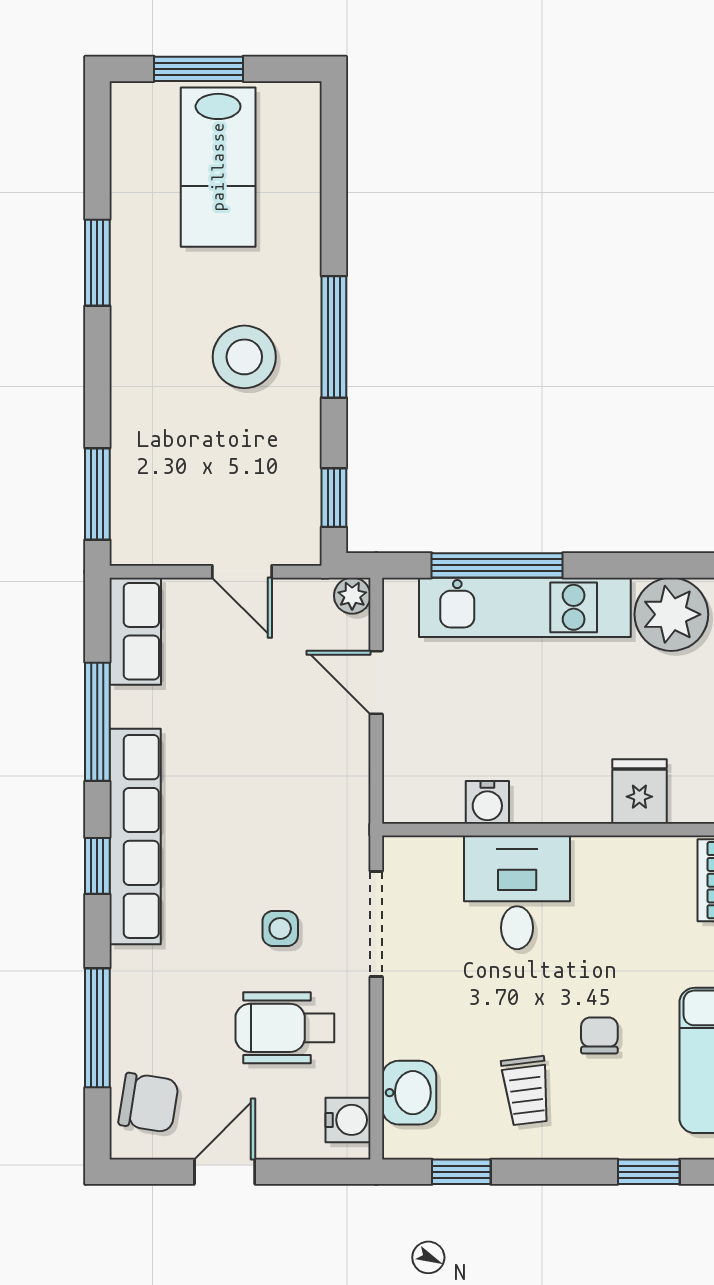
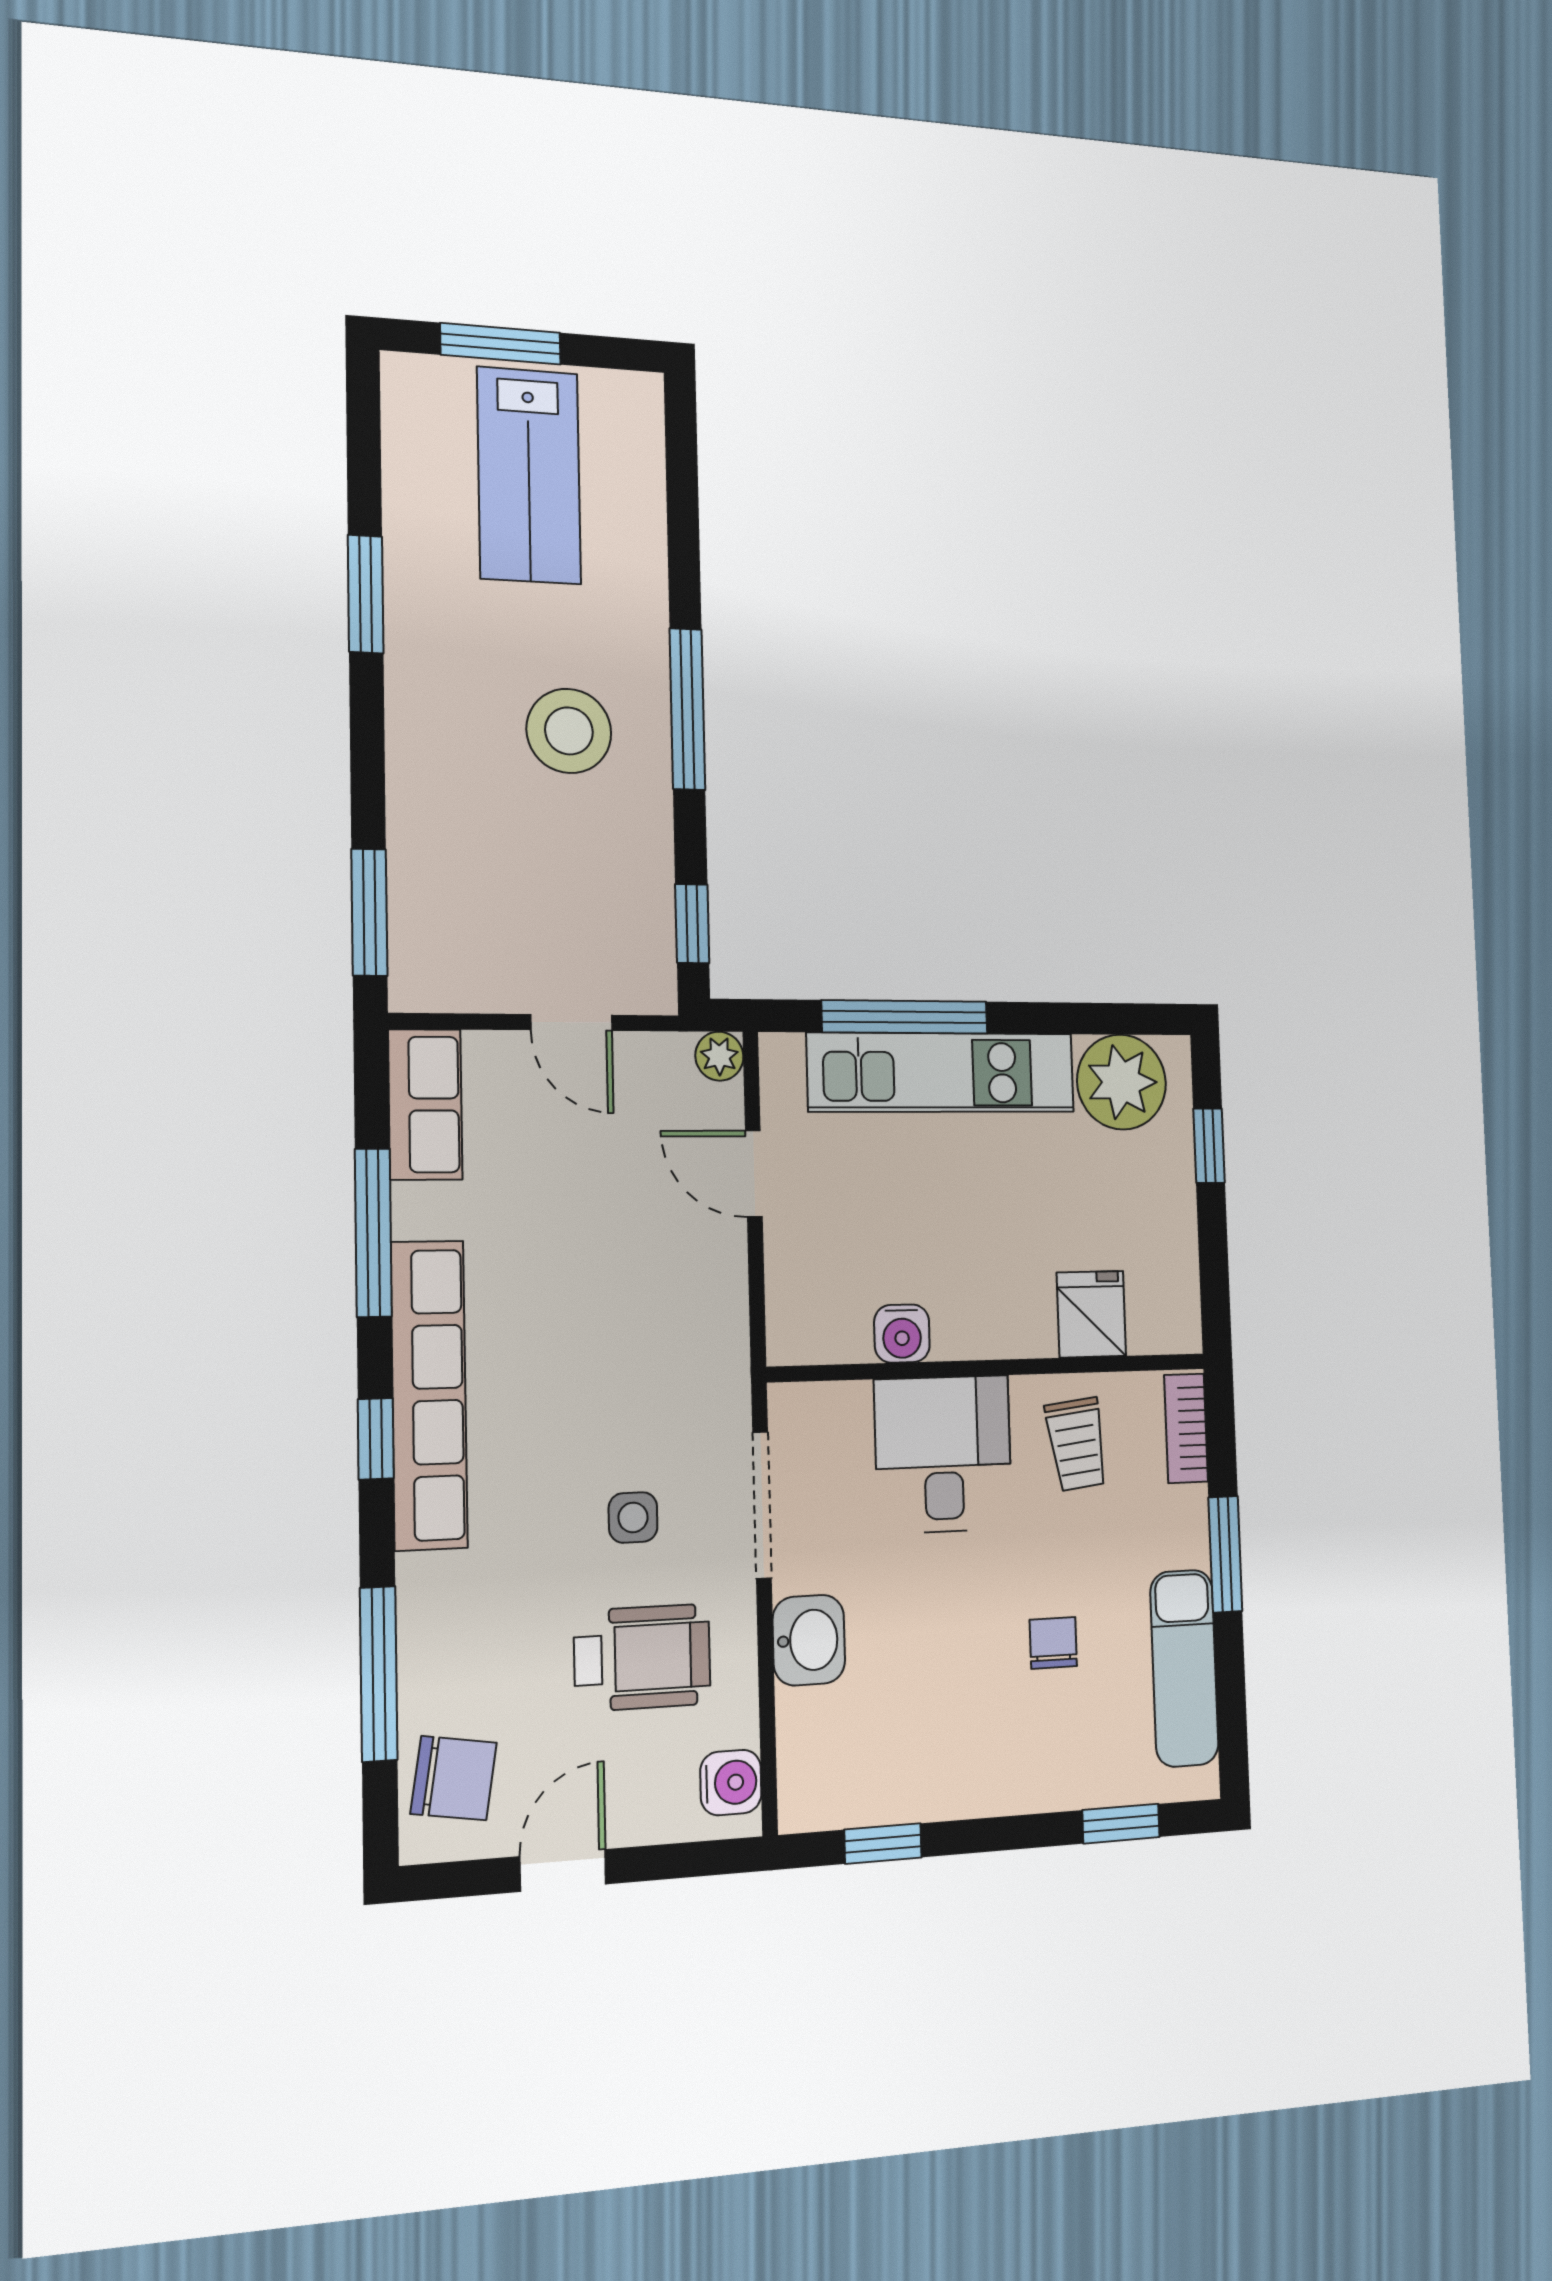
wheelchair: (285, 1028) -> (642, 1658), turned 180
trolley: (526, 1091) -> (1077, 1444), moved
washbasin: (409, 1093) -> (809, 1640), moved

